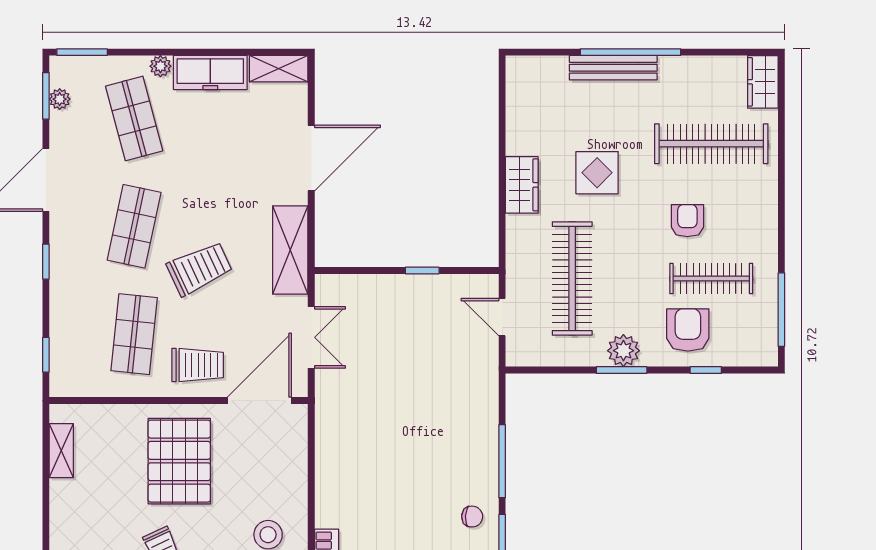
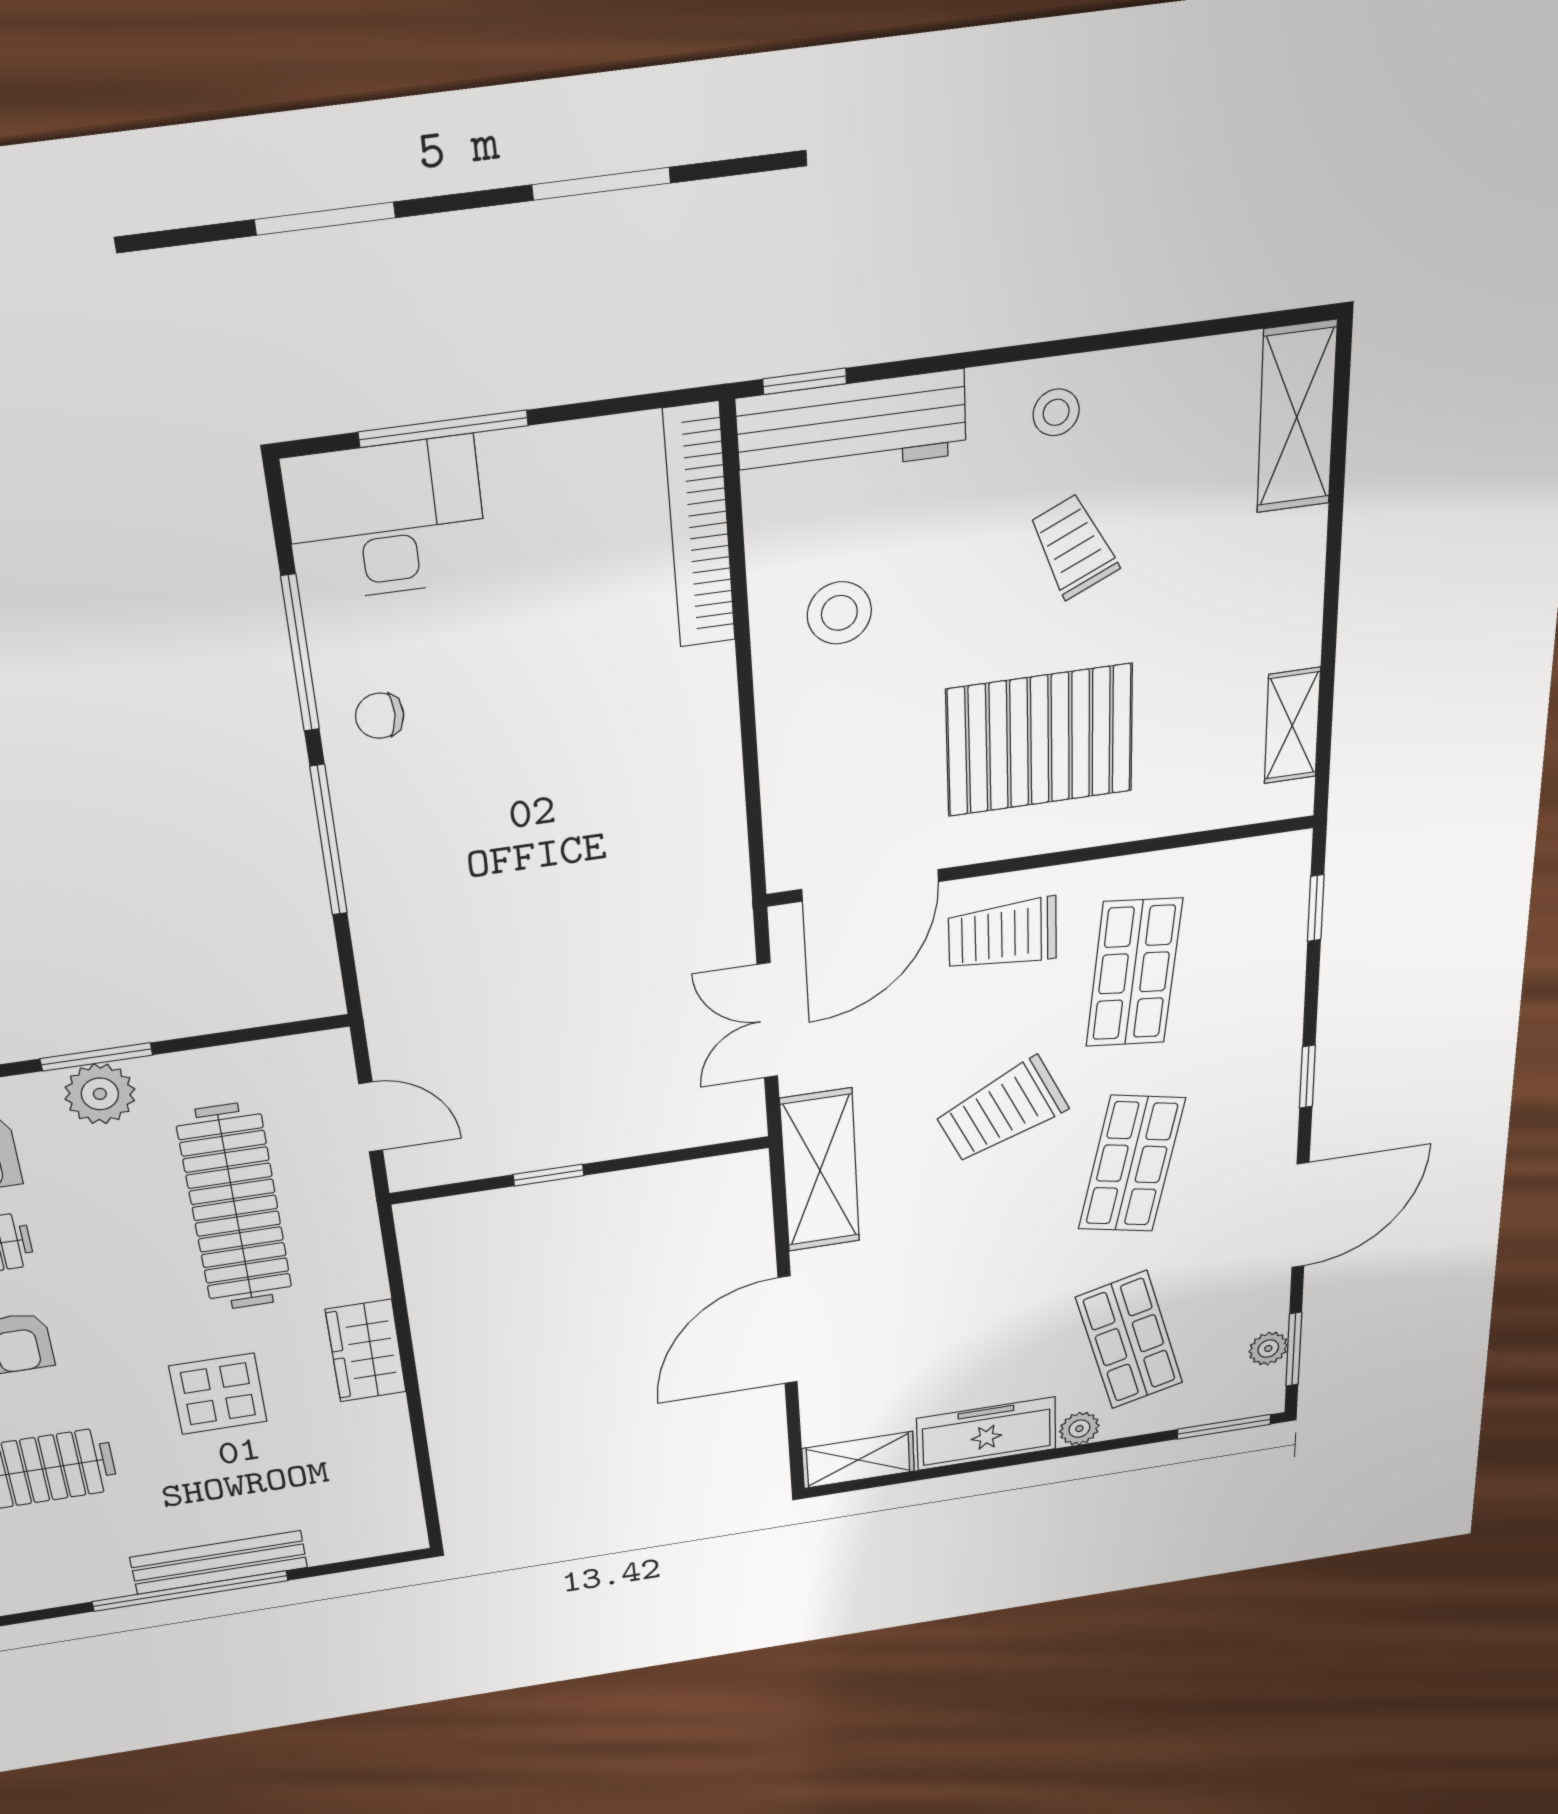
pallet: (179, 461) -> (1040, 740), turned 90

